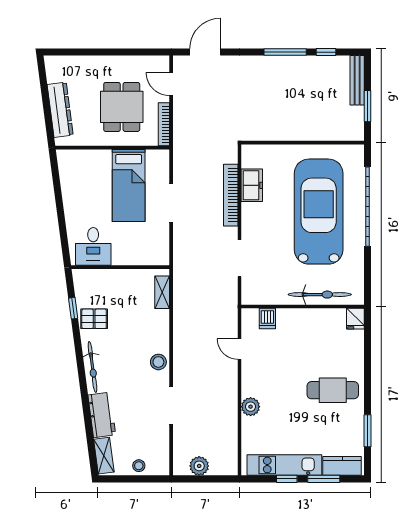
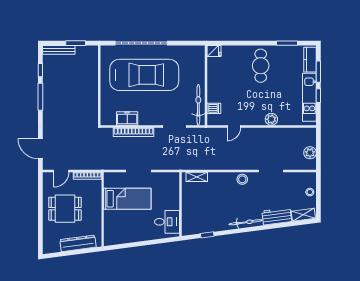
dining table: (122, 107) -> (65, 209), moved
car: (319, 212) -> (144, 75), turned 180
bicycle: (320, 295) -> (198, 105), moved
pallet: (94, 319) -> (214, 221), removed

